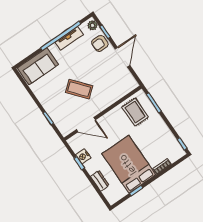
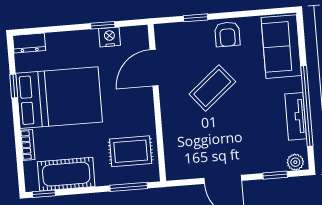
armchair: (100, 43) -> (227, 34), moved, turned 180
cot: (166, 138) -> (66, 174), added
dresser: (100, 181) -> (29, 43), moved

